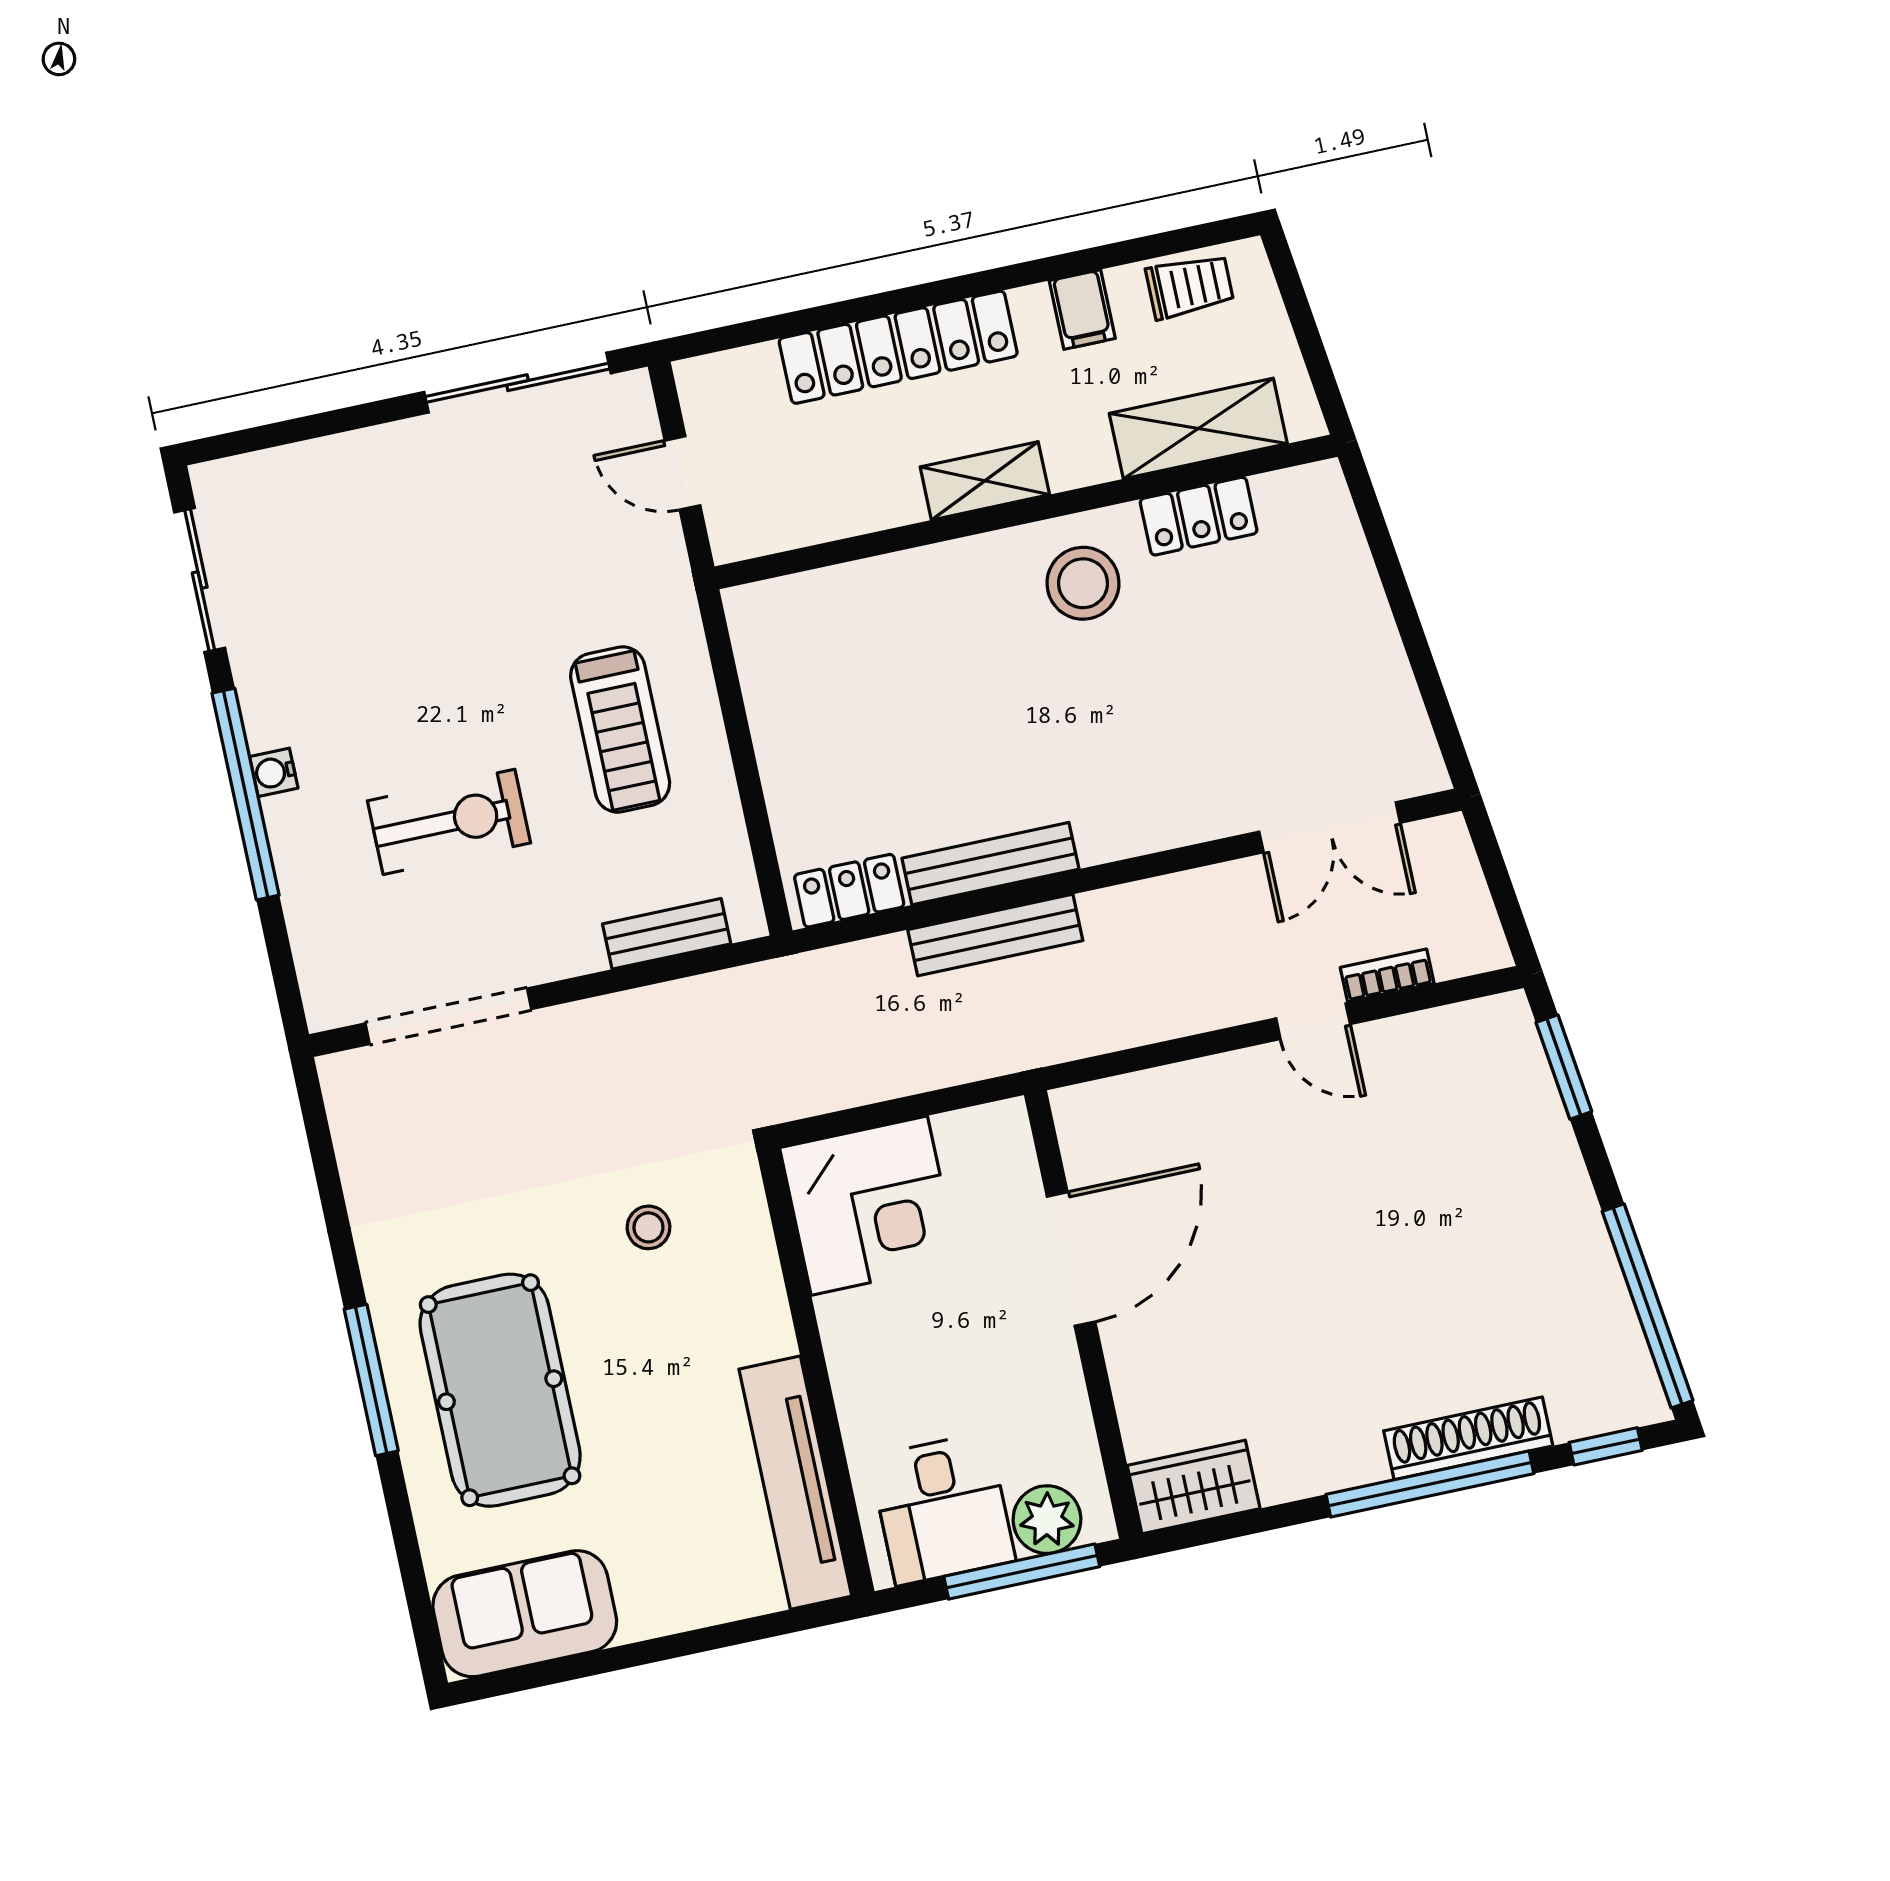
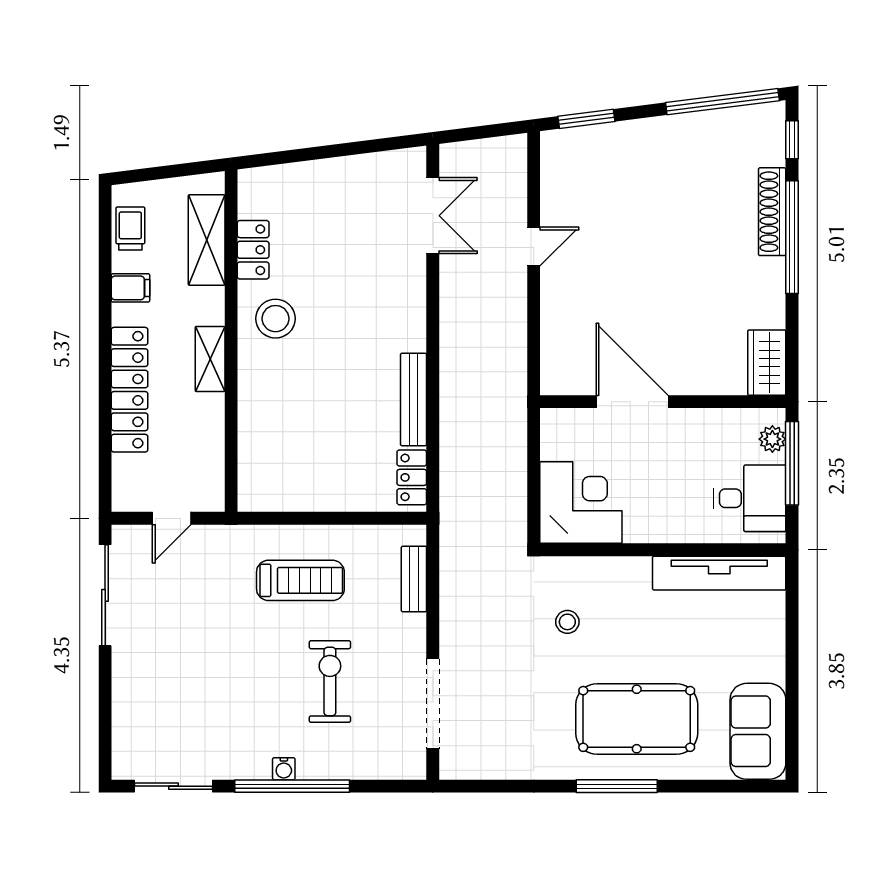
bench: (995, 935) -> (452, 405), removed
bookcase: (1387, 975) -> (518, 202), removed
plant: (1047, 1520) -> (772, 439), width x0.73, depth x0.73

